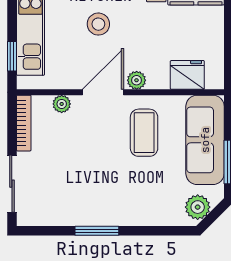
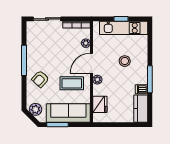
window: (12, 56) -> (121, 19), moved
door: (103, 92) -> (91, 63), swing flipped
armchair: (135, 197) -> (40, 79), added
window: (97, 231) -> (24, 60), width x1.44

